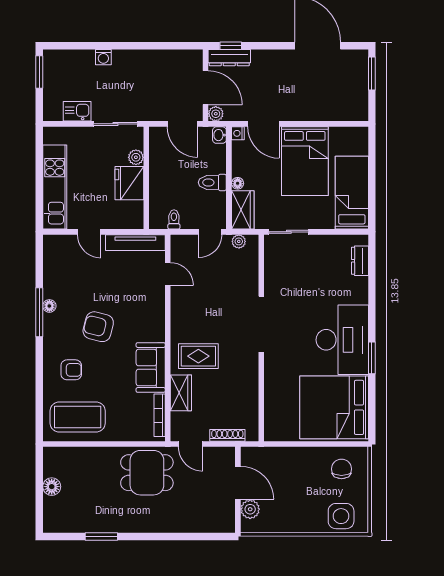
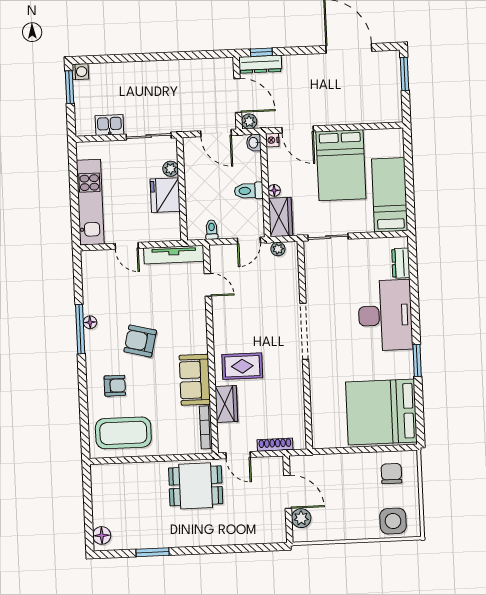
washing machine: (103, 57) -> (80, 72), moved, turned -90
desk: (342, 340) -> (385, 315), moved
floor lamp: (52, 487) -> (102, 535), moved

